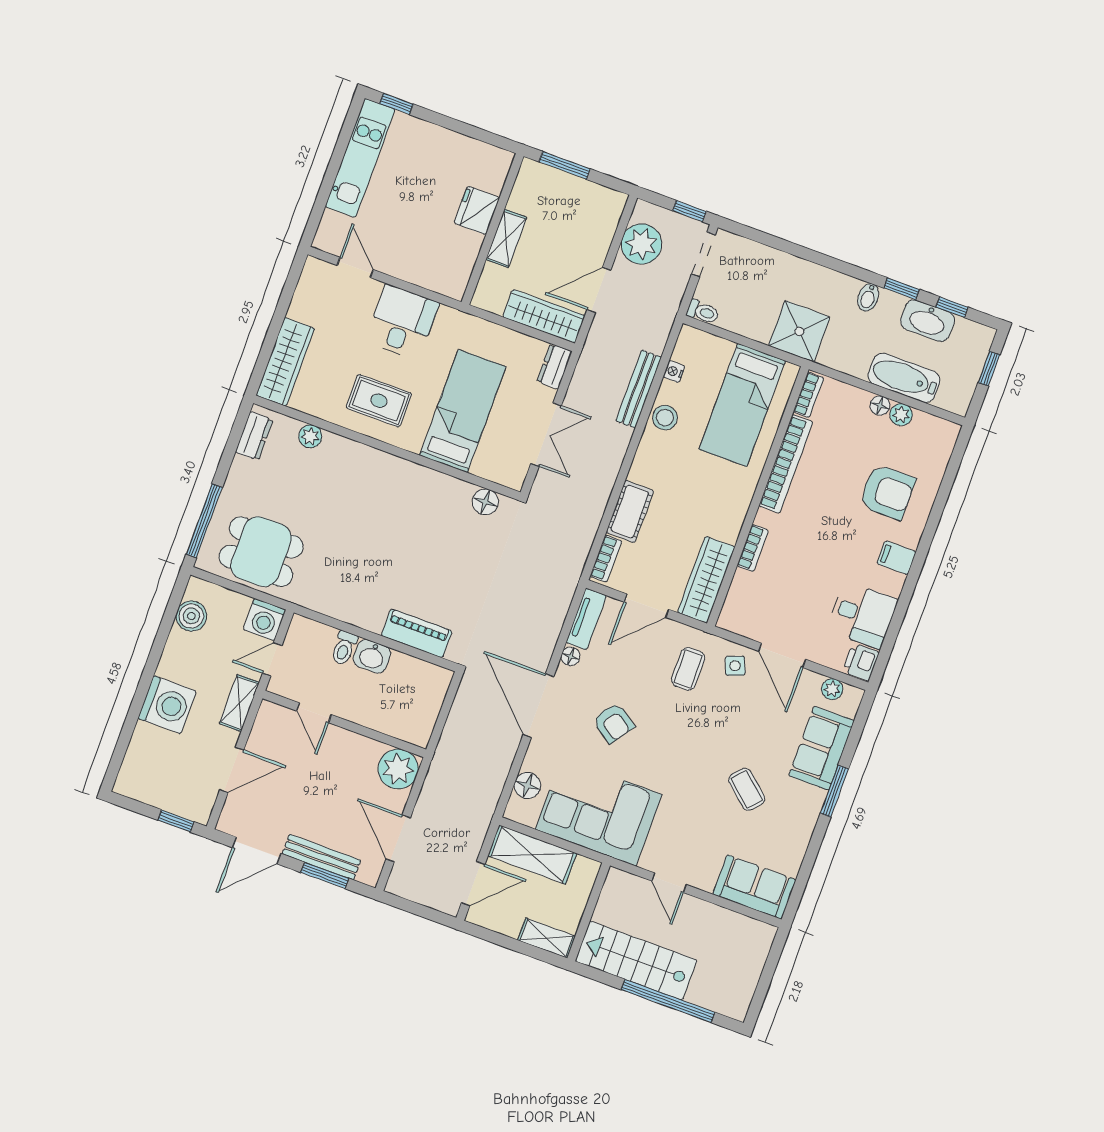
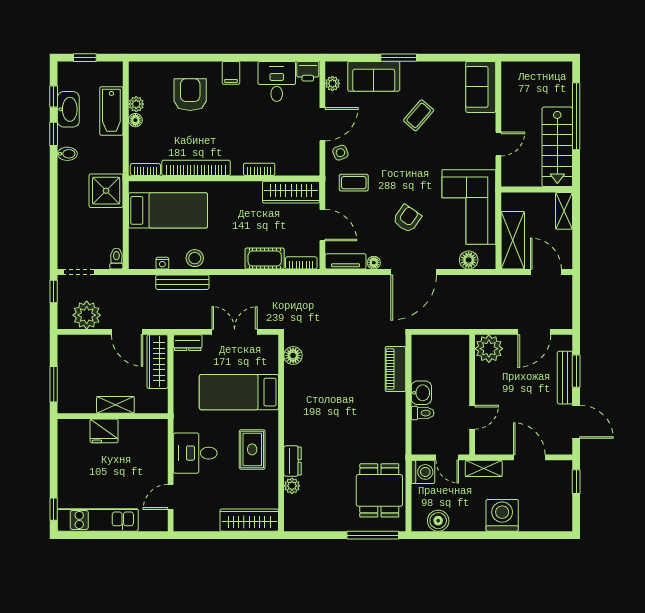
dresser: (254, 436) -> (293, 461), moved, turned 90

